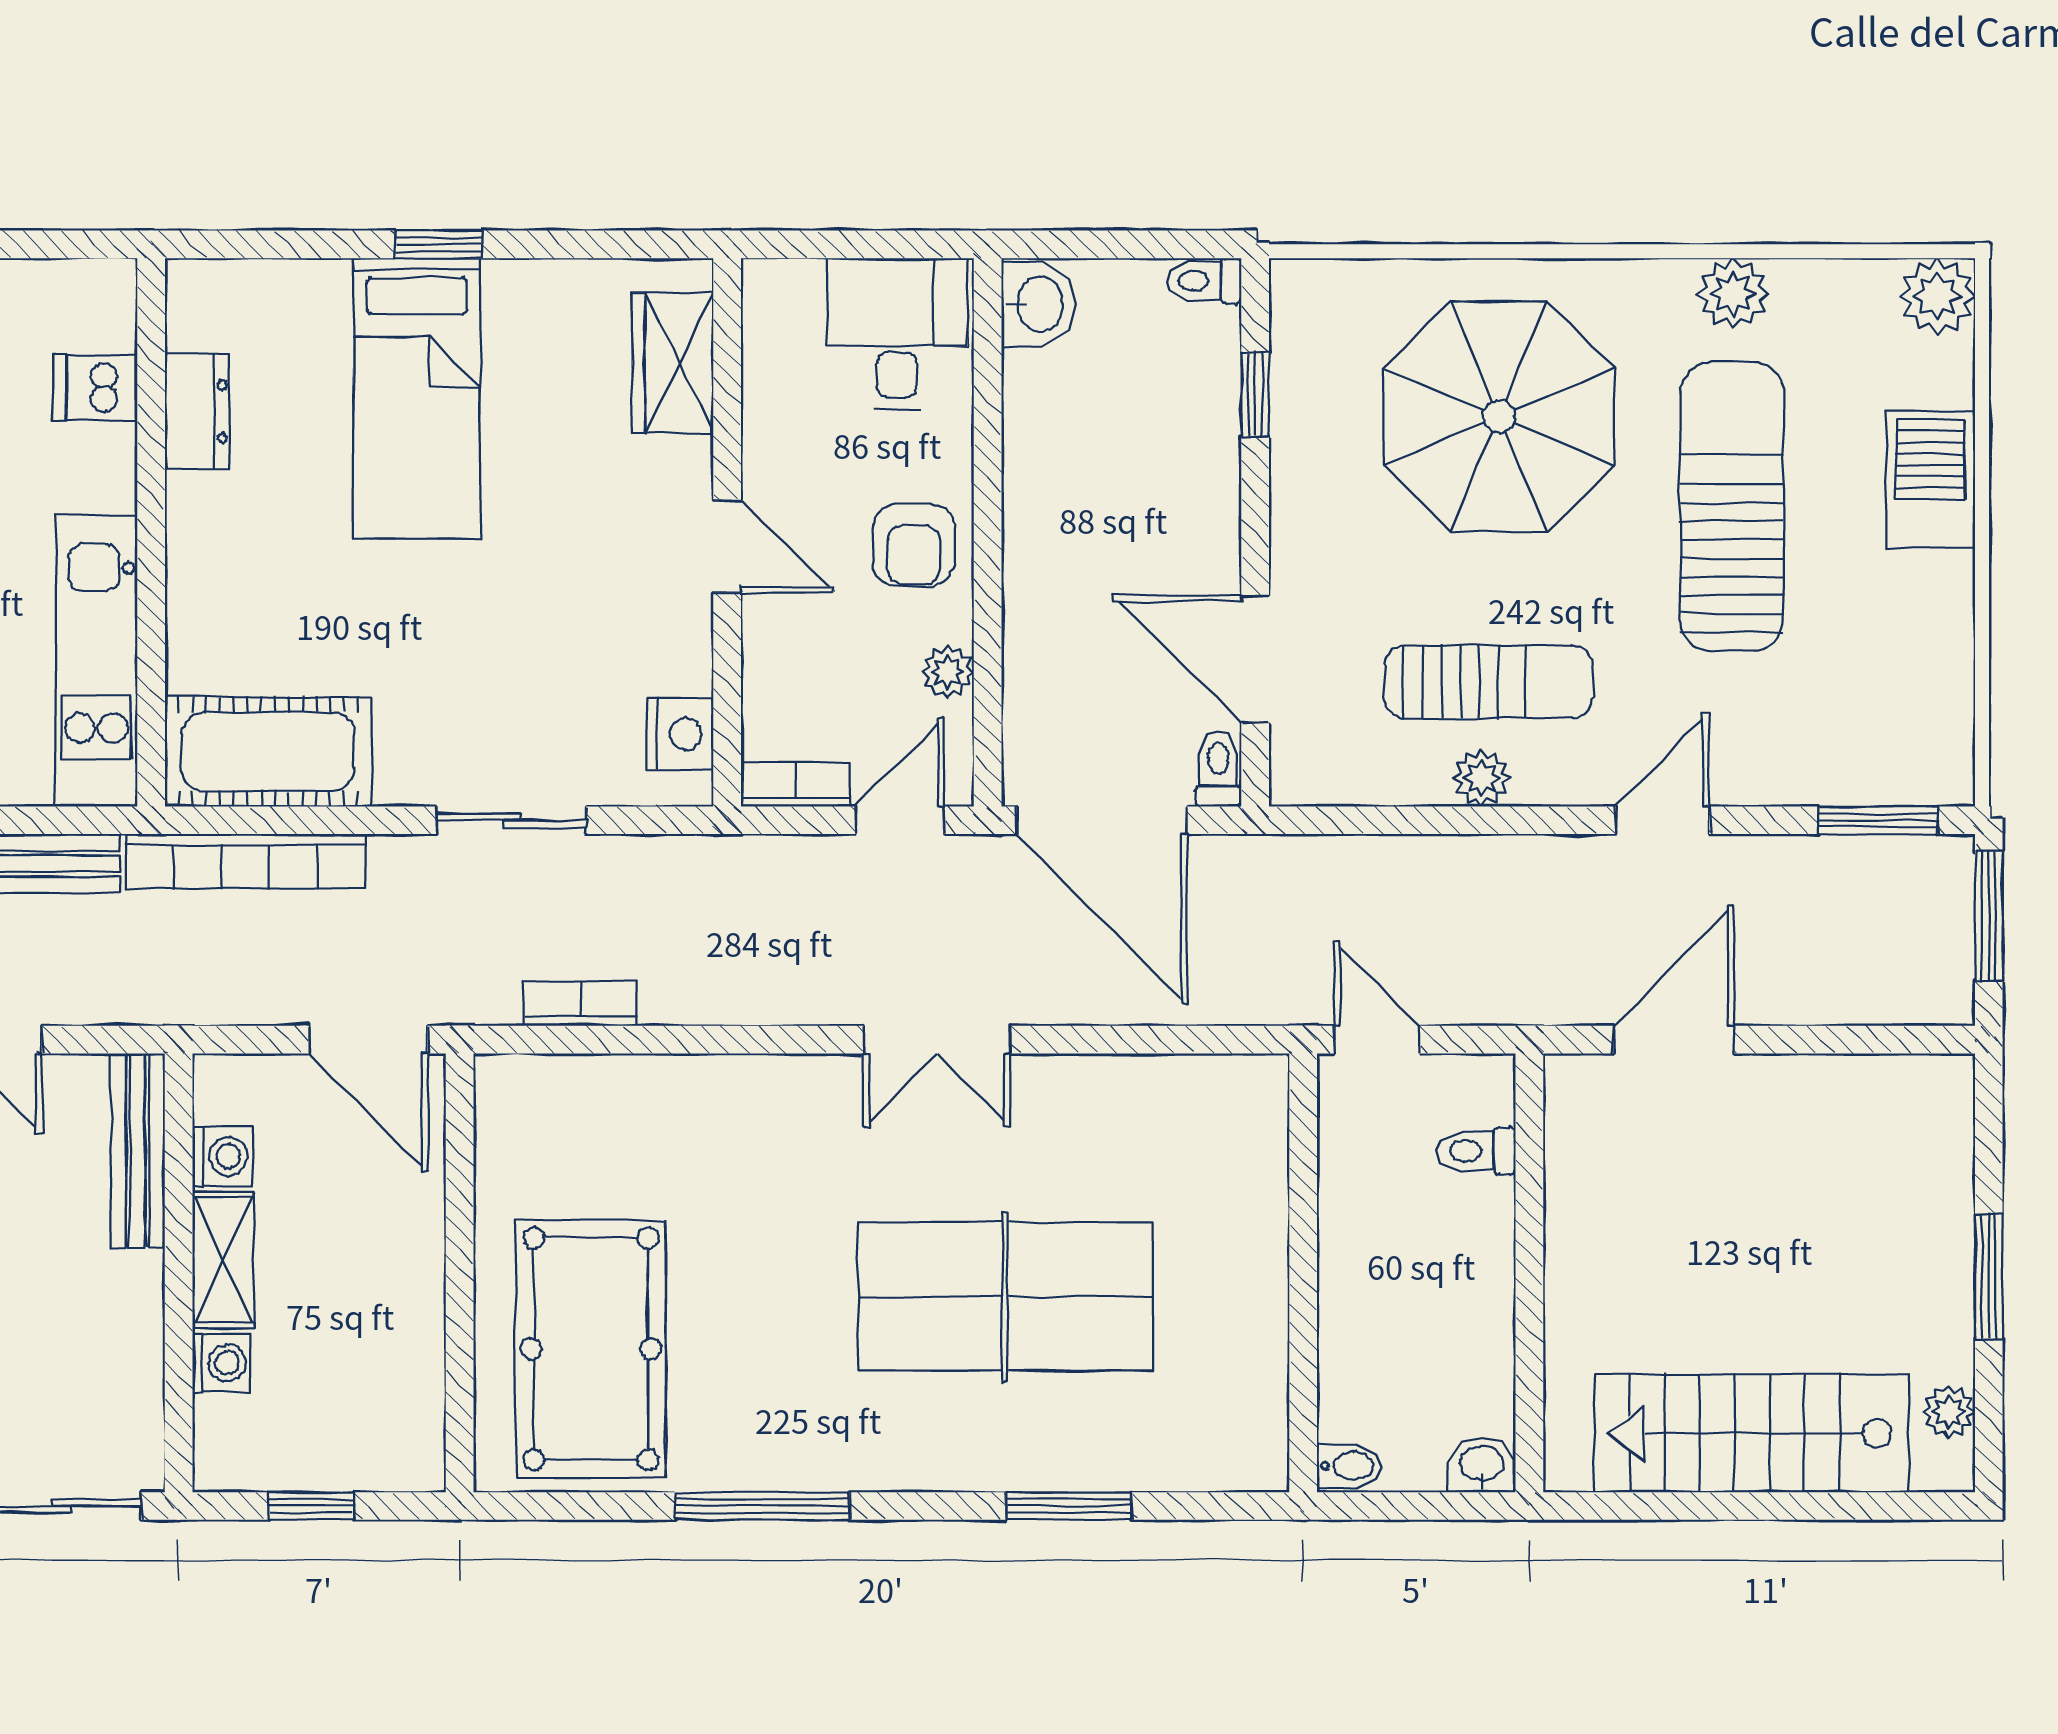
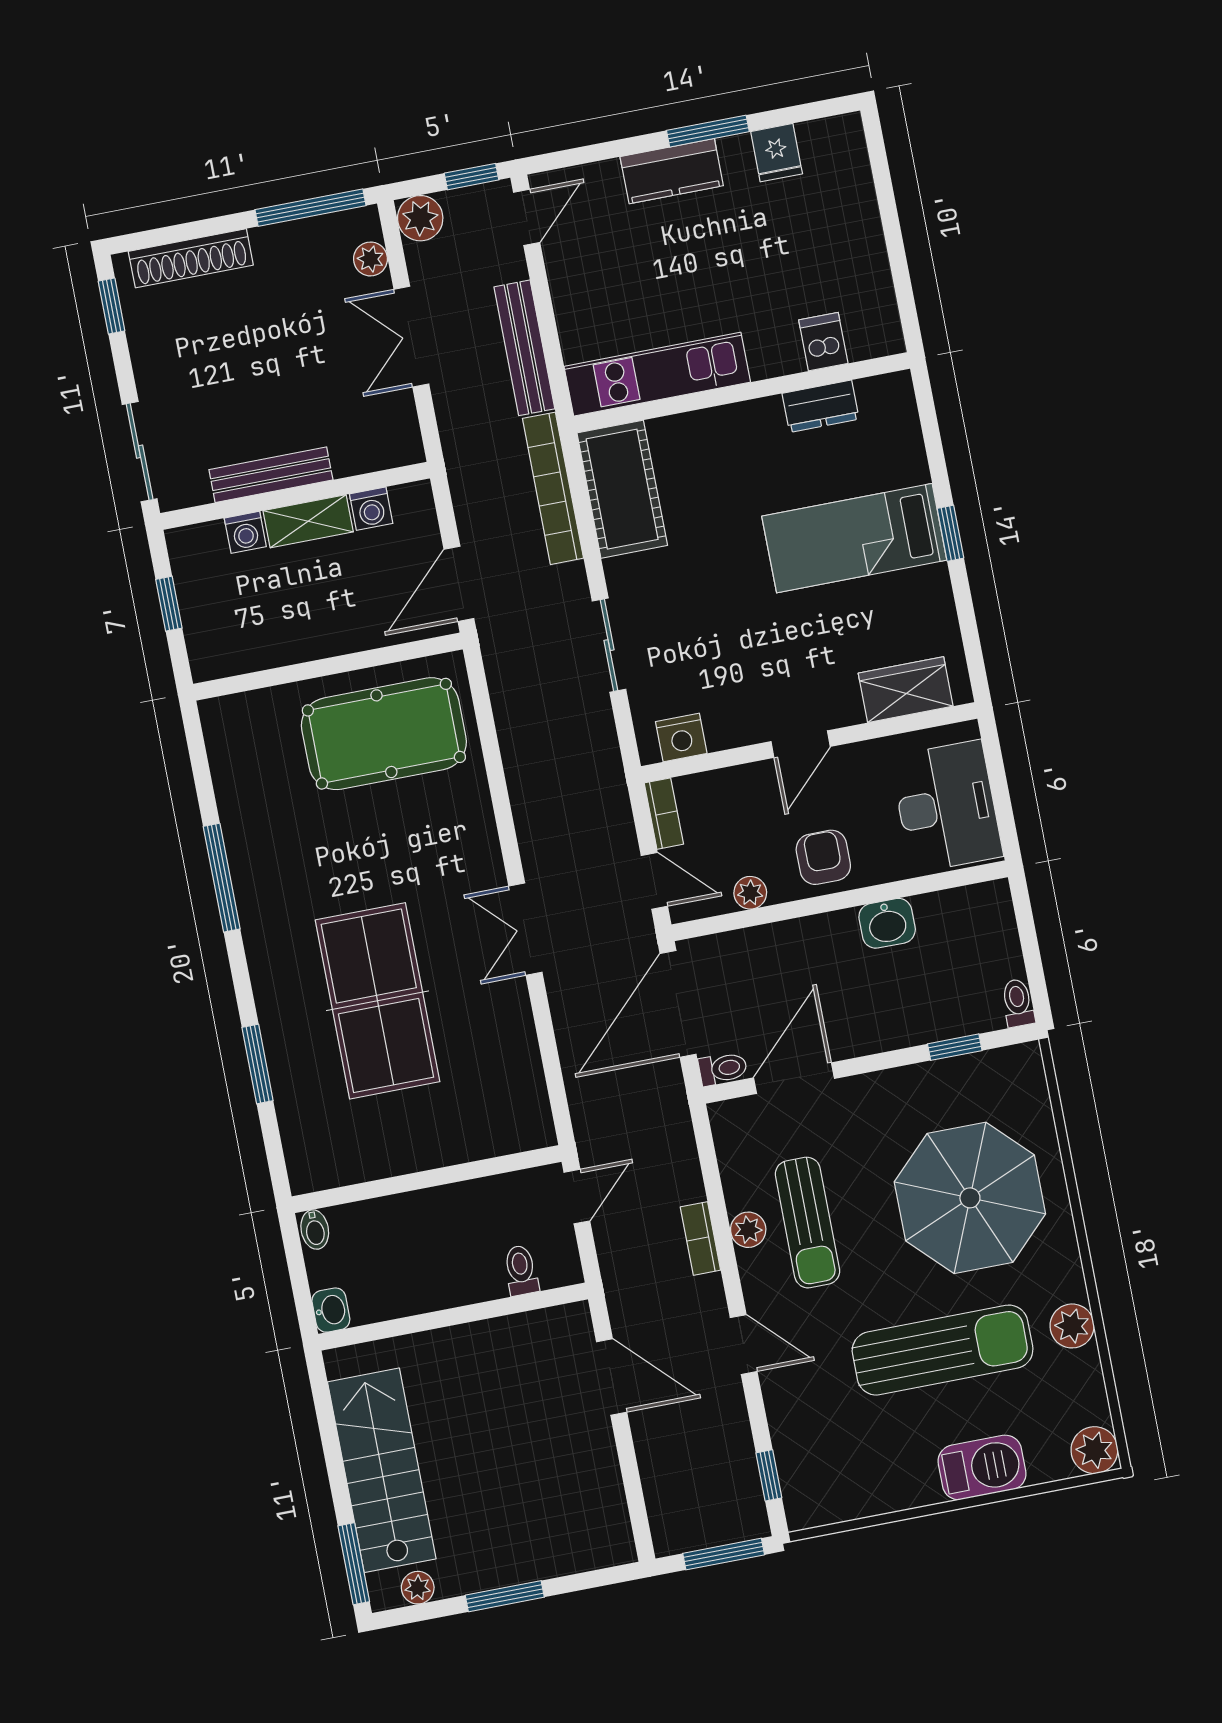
washbasin: (1038, 304) -> (887, 923), moved
desk: (897, 334) -> (947, 806), width x1.37
armchair: (914, 545) -> (823, 857), turned 90
window: (1878, 820) -> (769, 1475), width x0.67
bookcase: (581, 1003) -> (700, 1238), moved, turned 180
bench: (138, 1150) -> (271, 475), moved
pool table: (591, 1349) -> (384, 734), moved
window: (1891, 1506) -> (354, 1564), added

